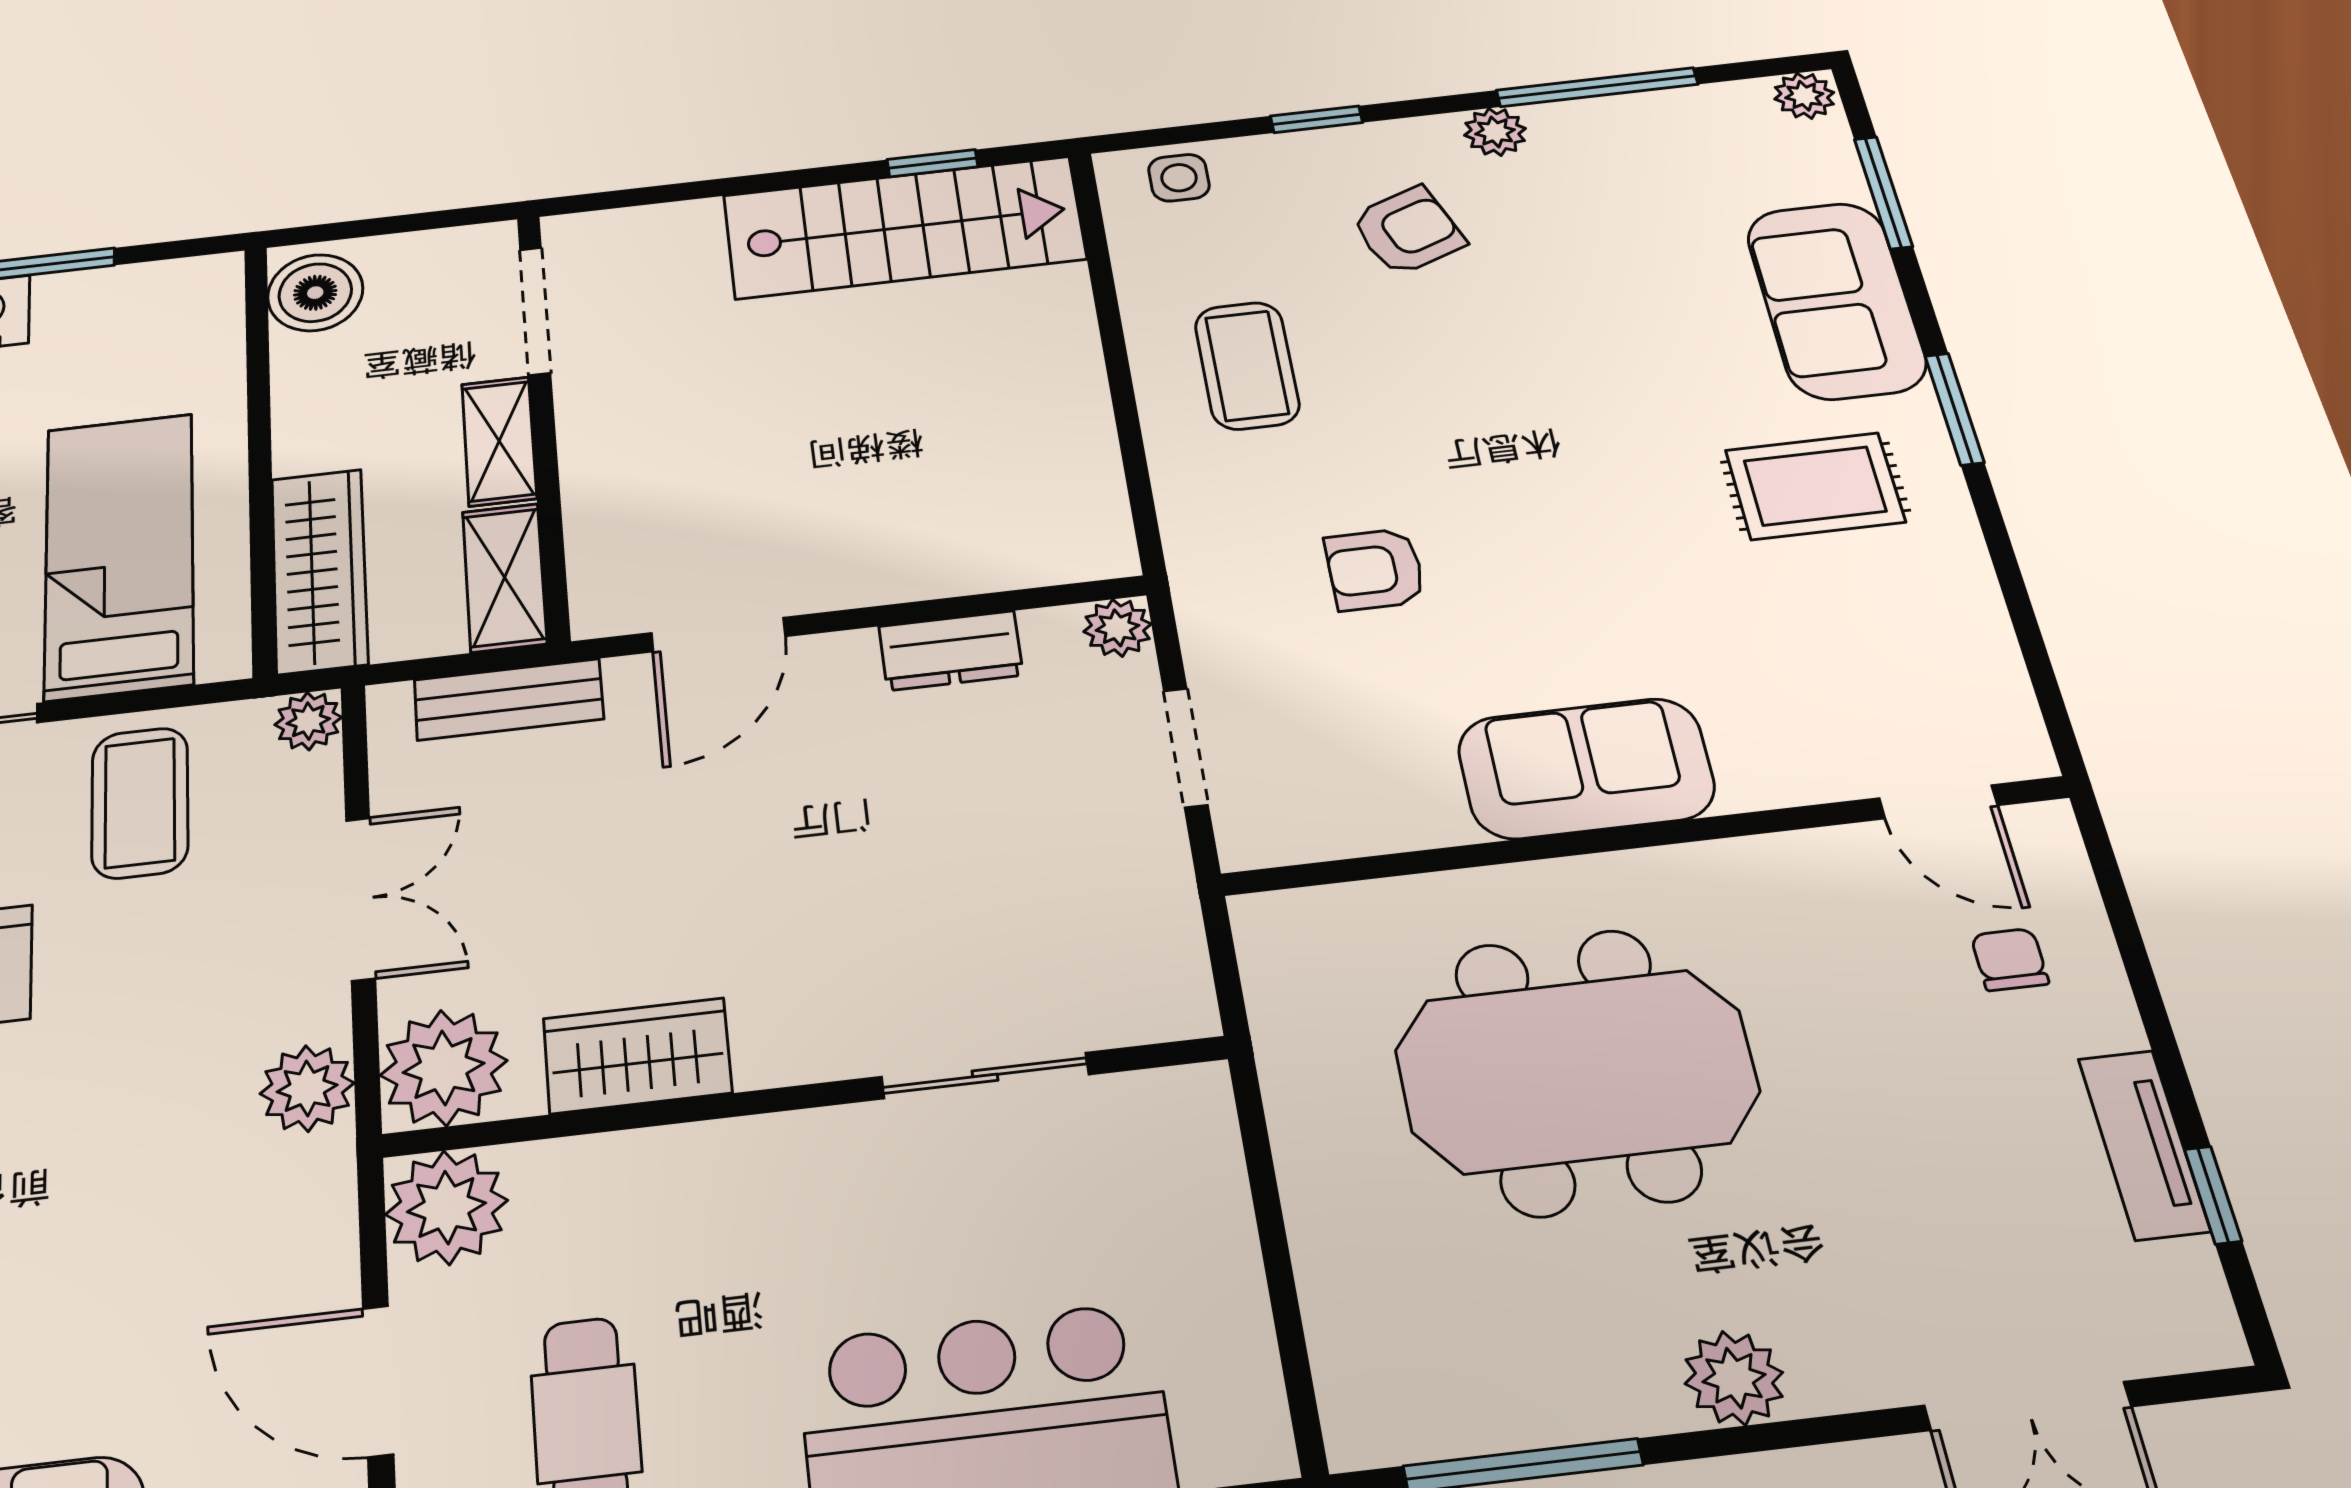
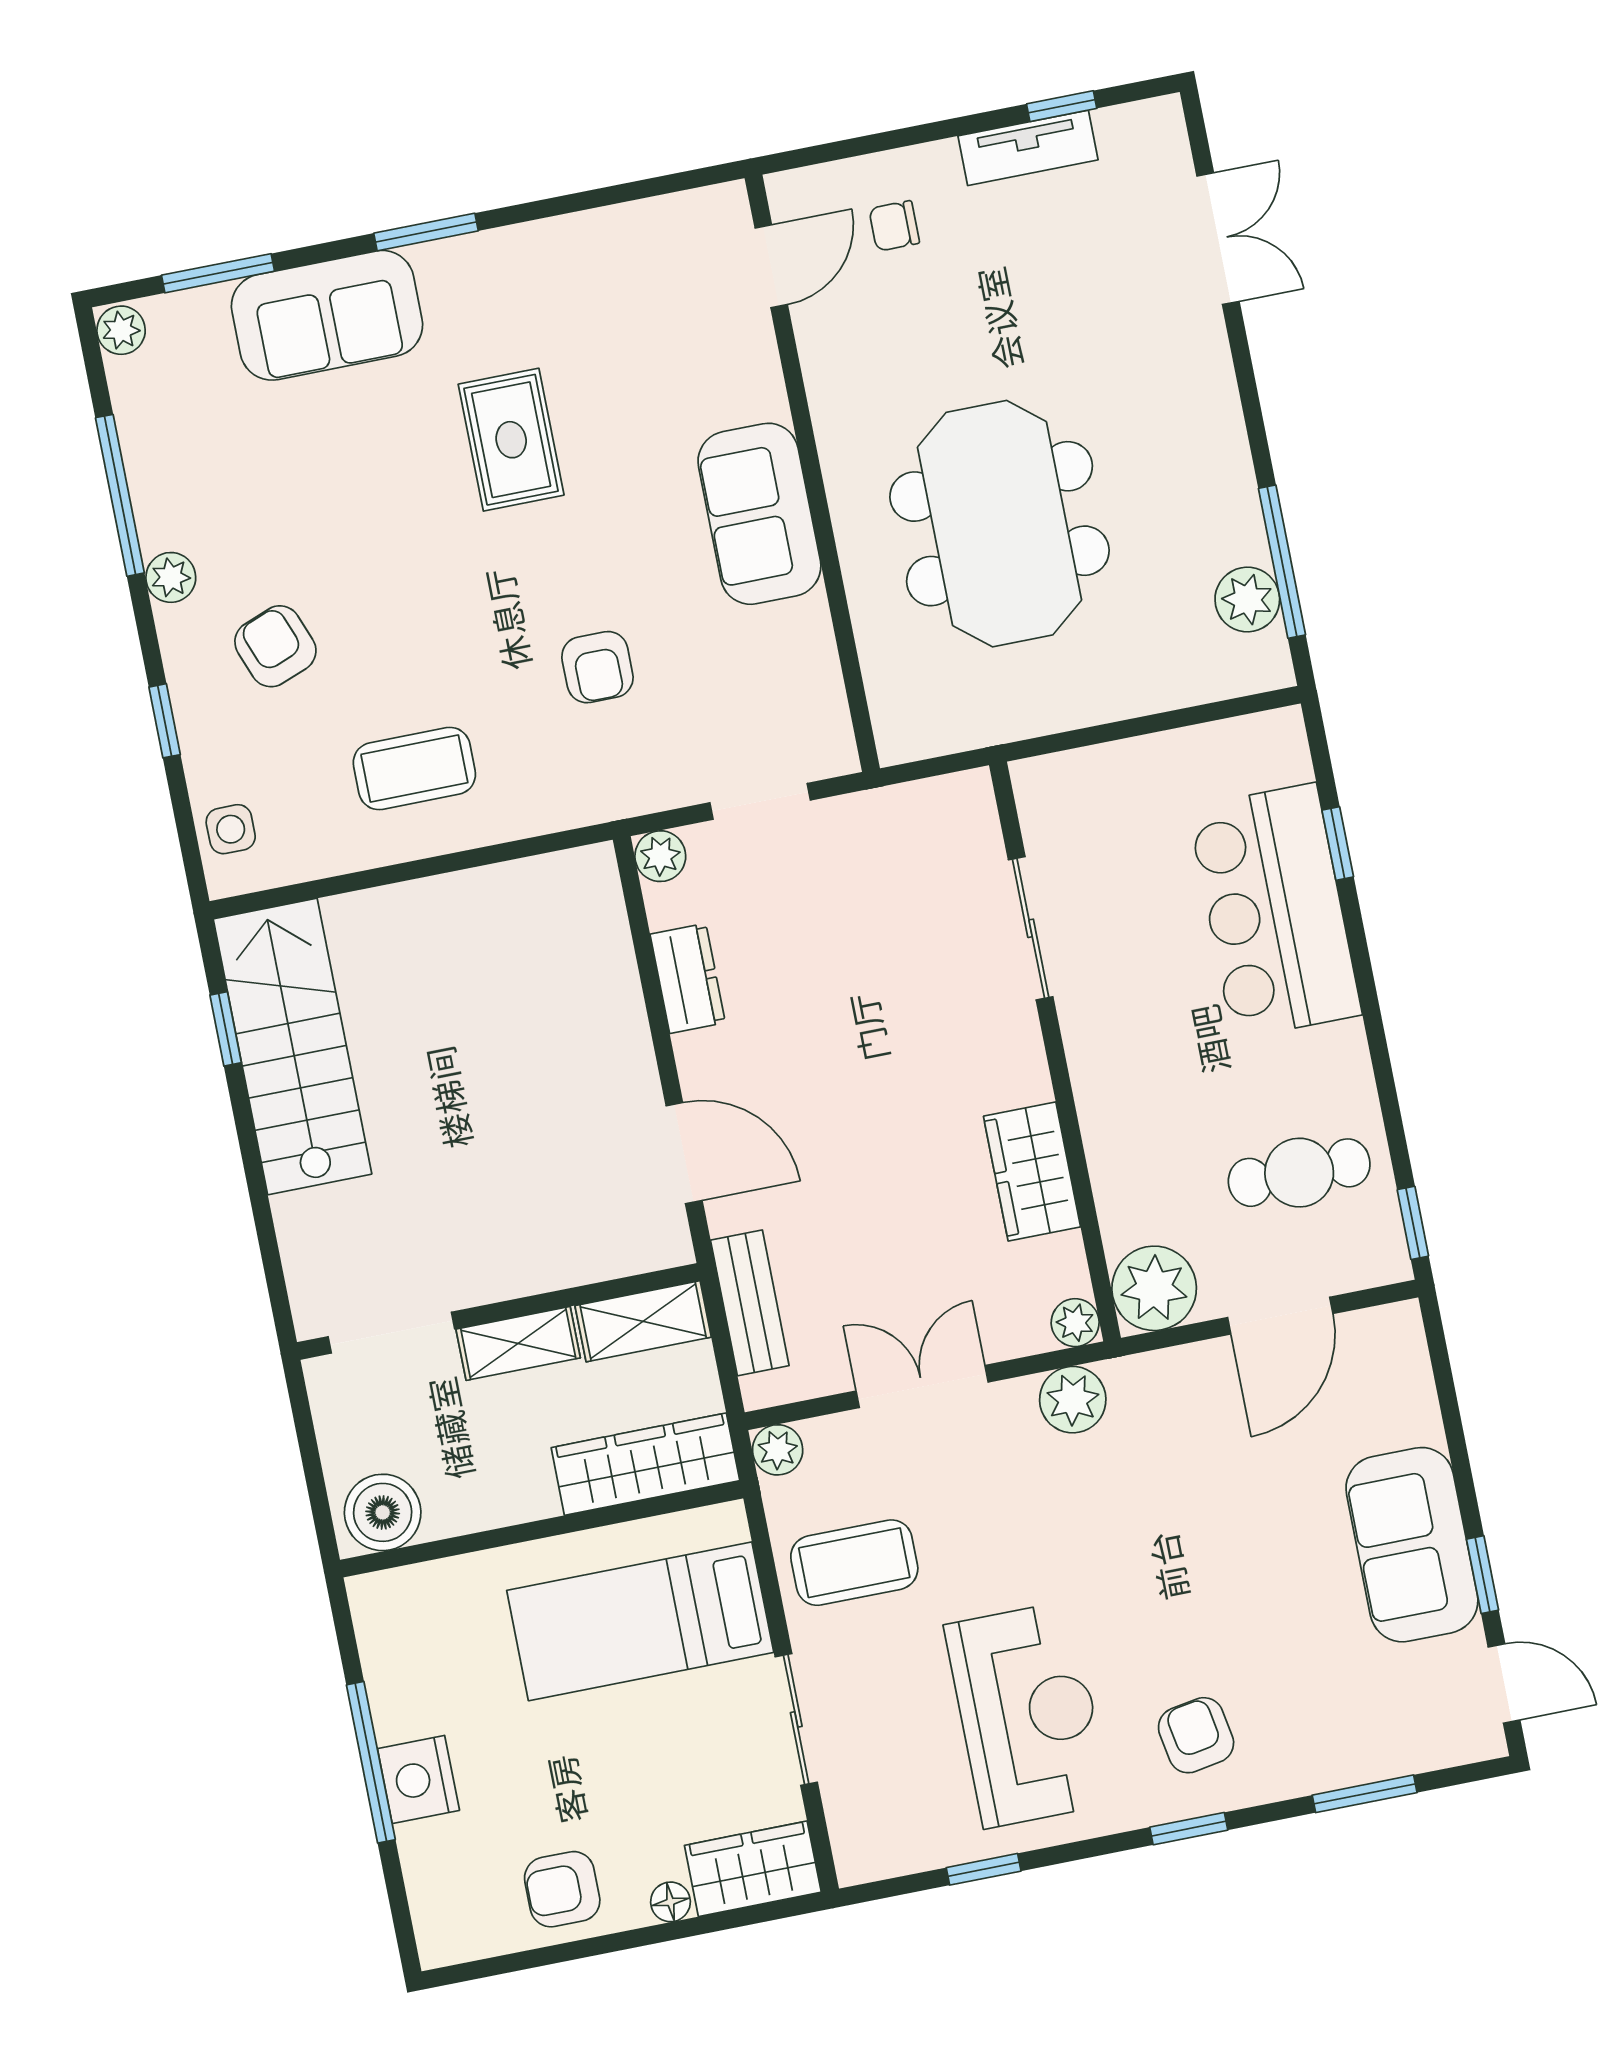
rug: (1815, 486) -> (511, 440), moved
plant: (444, 1068) -> (1075, 1323), width x0.53, depth x0.53
plant: (1734, 1378) -> (1247, 599), moved

